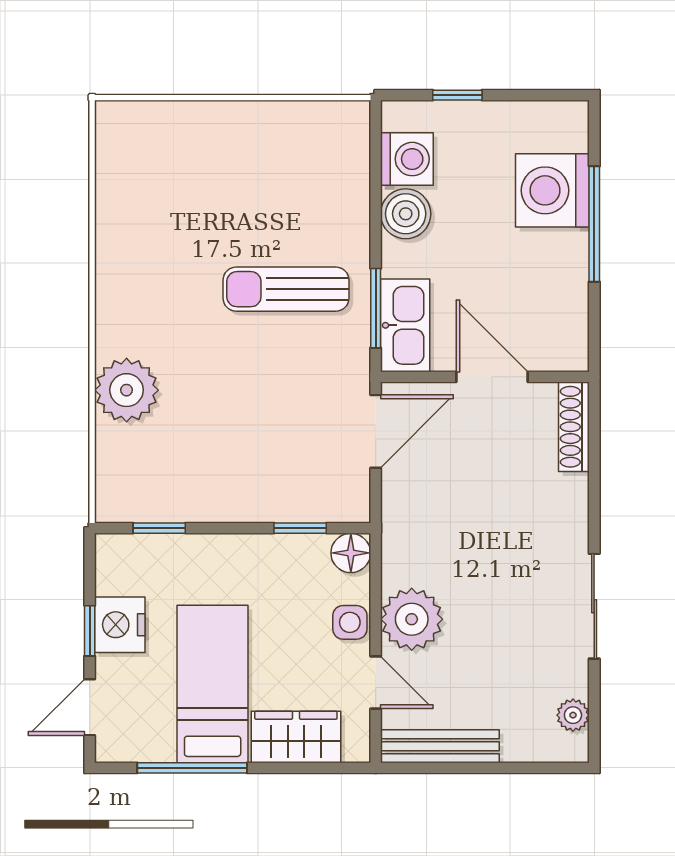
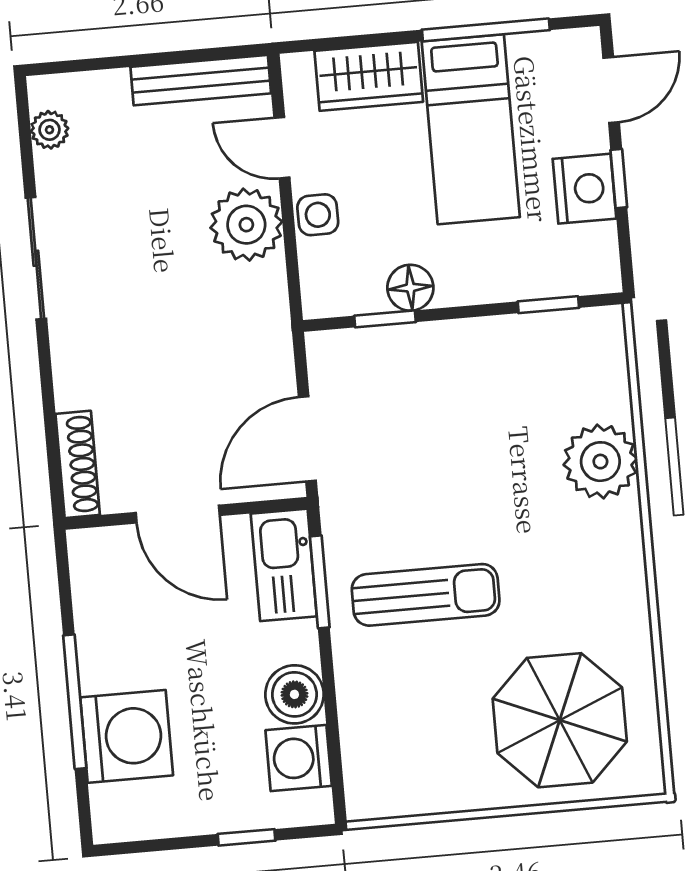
parasol: (181, 172) -> (560, 720), added
floor lamp: (351, 553) -> (410, 288), moved

